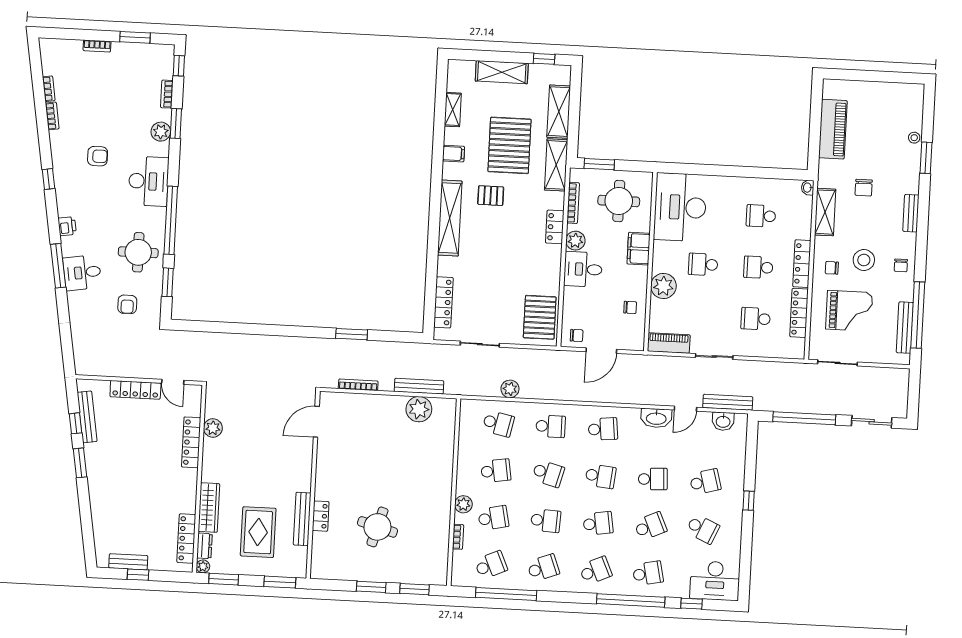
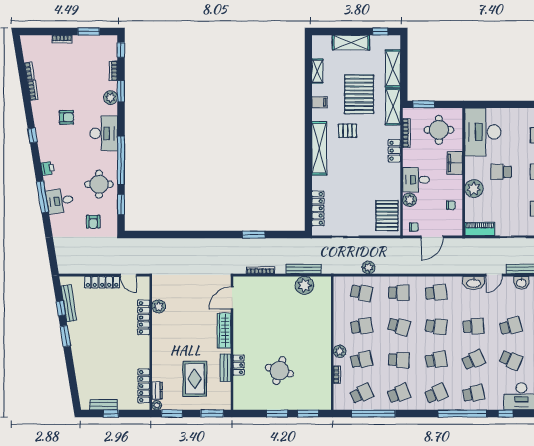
plant: (575, 241) -> (410, 200), moved
wardrobe: (209, 508) -> (224, 330), moved, turned 180
bench: (302, 519) -> (226, 368), width x0.73

